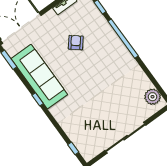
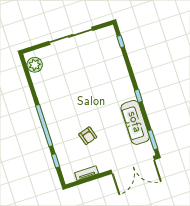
armchair: (76, 43) -> (88, 136), turned -56
sofa: (39, 77) -> (135, 122), width x0.74, depth x0.79

